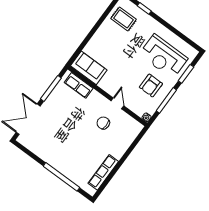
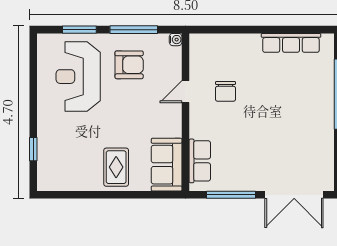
rug: (124, 19) -> (116, 167), moved
reception desk: (163, 56) -> (78, 77), turned 180

